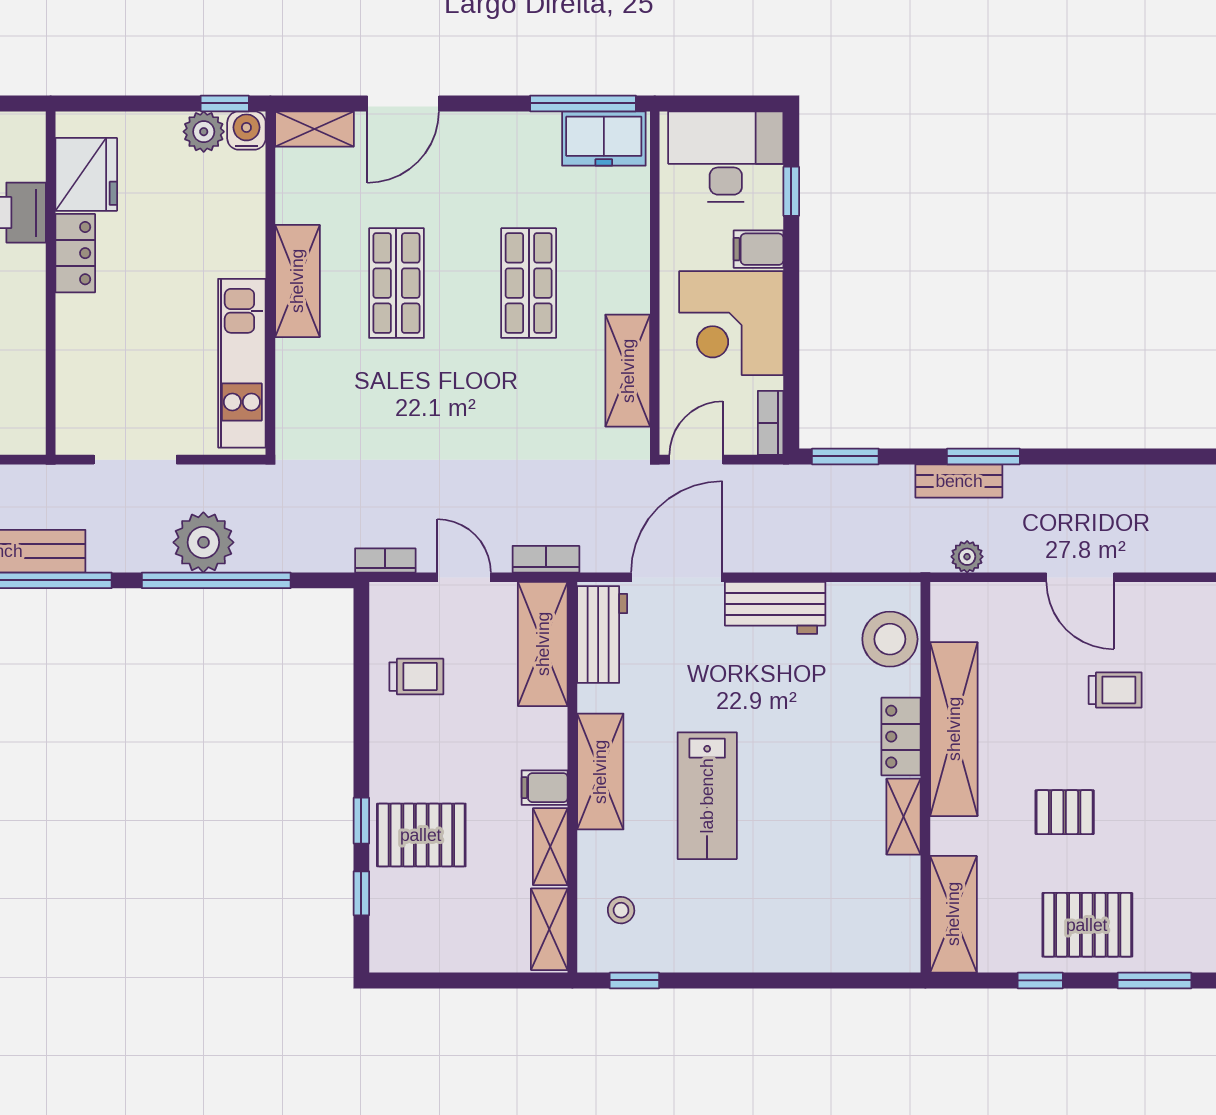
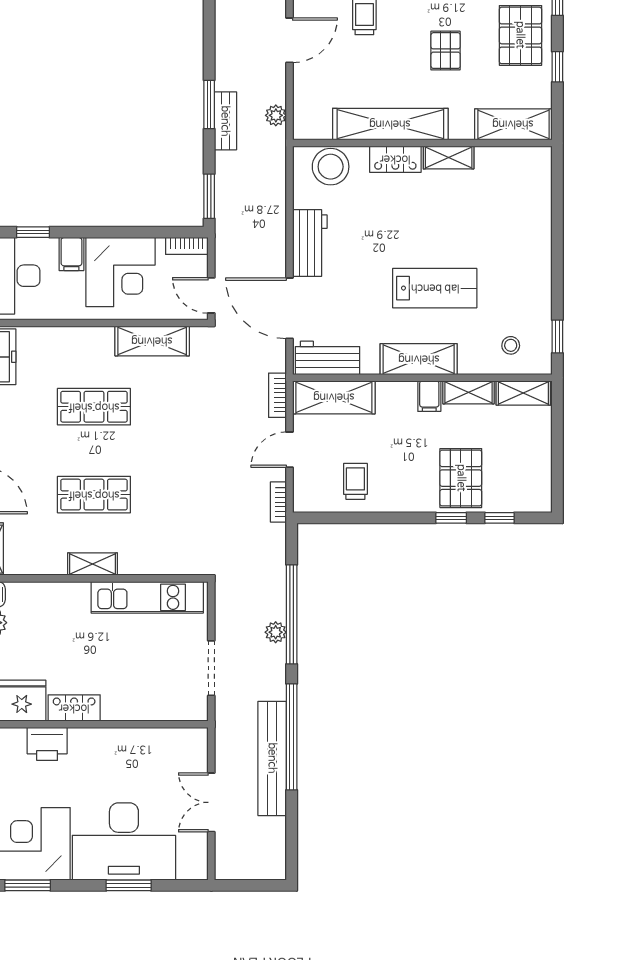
shelving: (297, 281) -> (93, 564), width x0.67, depth x0.75
plant: (203, 542) -> (276, 632), width x0.53, depth x0.53

